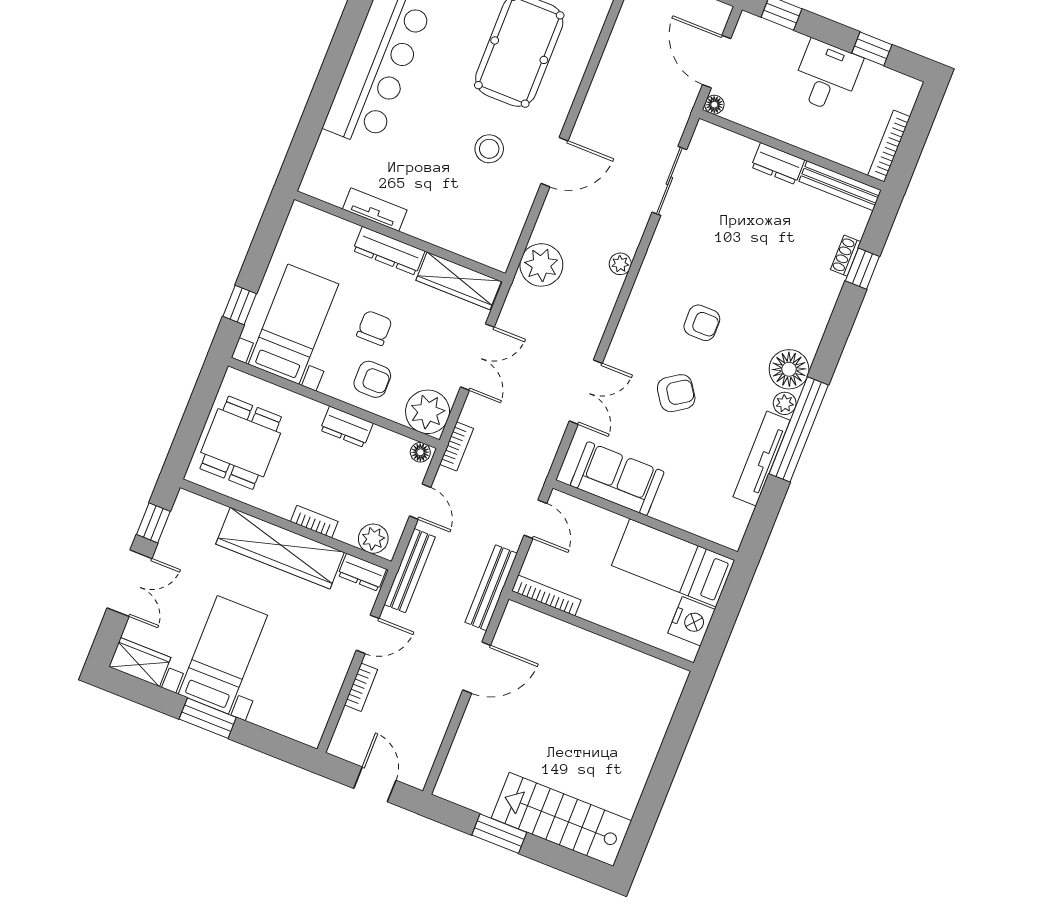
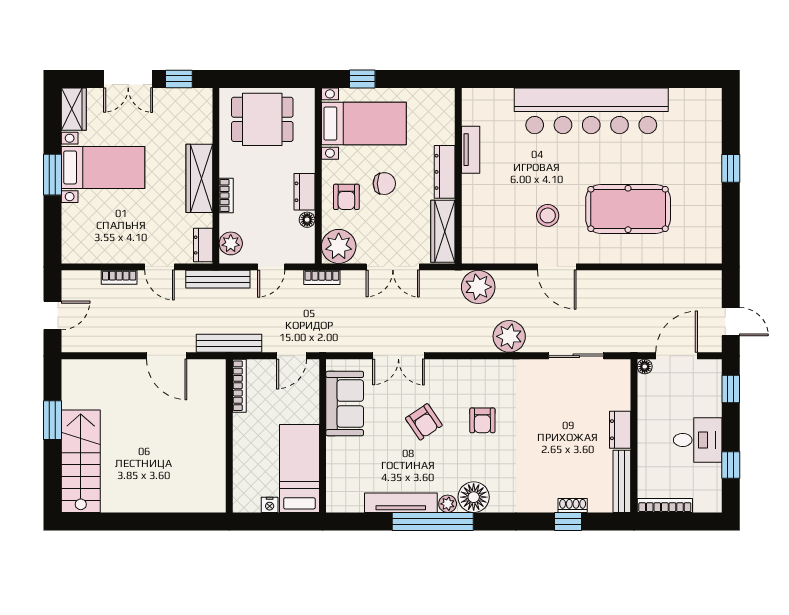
plant: (620, 264) -> (509, 336), width x1.88, depth x1.88
floor lamp: (420, 452) -> (307, 220), moved
wardrobe: (280, 548) -> (199, 178), width x0.71, depth x0.85
nightstand: (691, 621) -> (270, 505), width x0.53, depth x0.56

